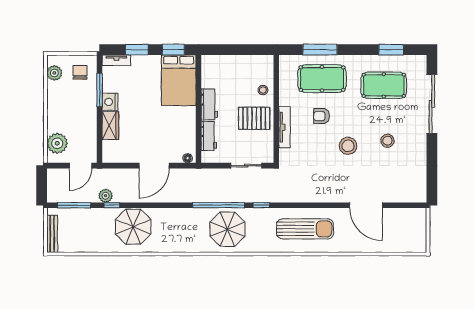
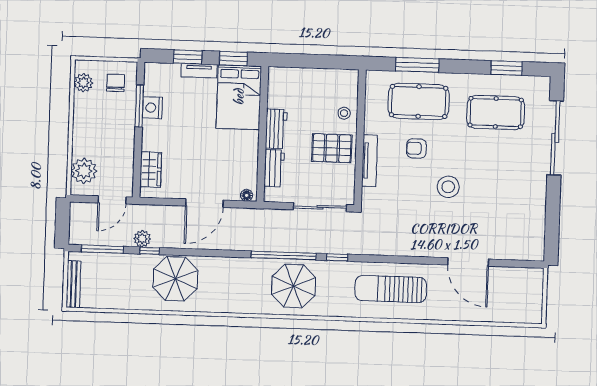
tv unit: (116, 60) -> (199, 71), moved
nightstand: (110, 102) -> (152, 108), moved
wardrobe: (110, 126) -> (151, 169), moved
stool: (387, 141) -> (498, 182), removed
sliding door: (246, 166) -> (320, 207), width x1.37
sun lounger: (305, 229) -> (391, 289), turned 180

